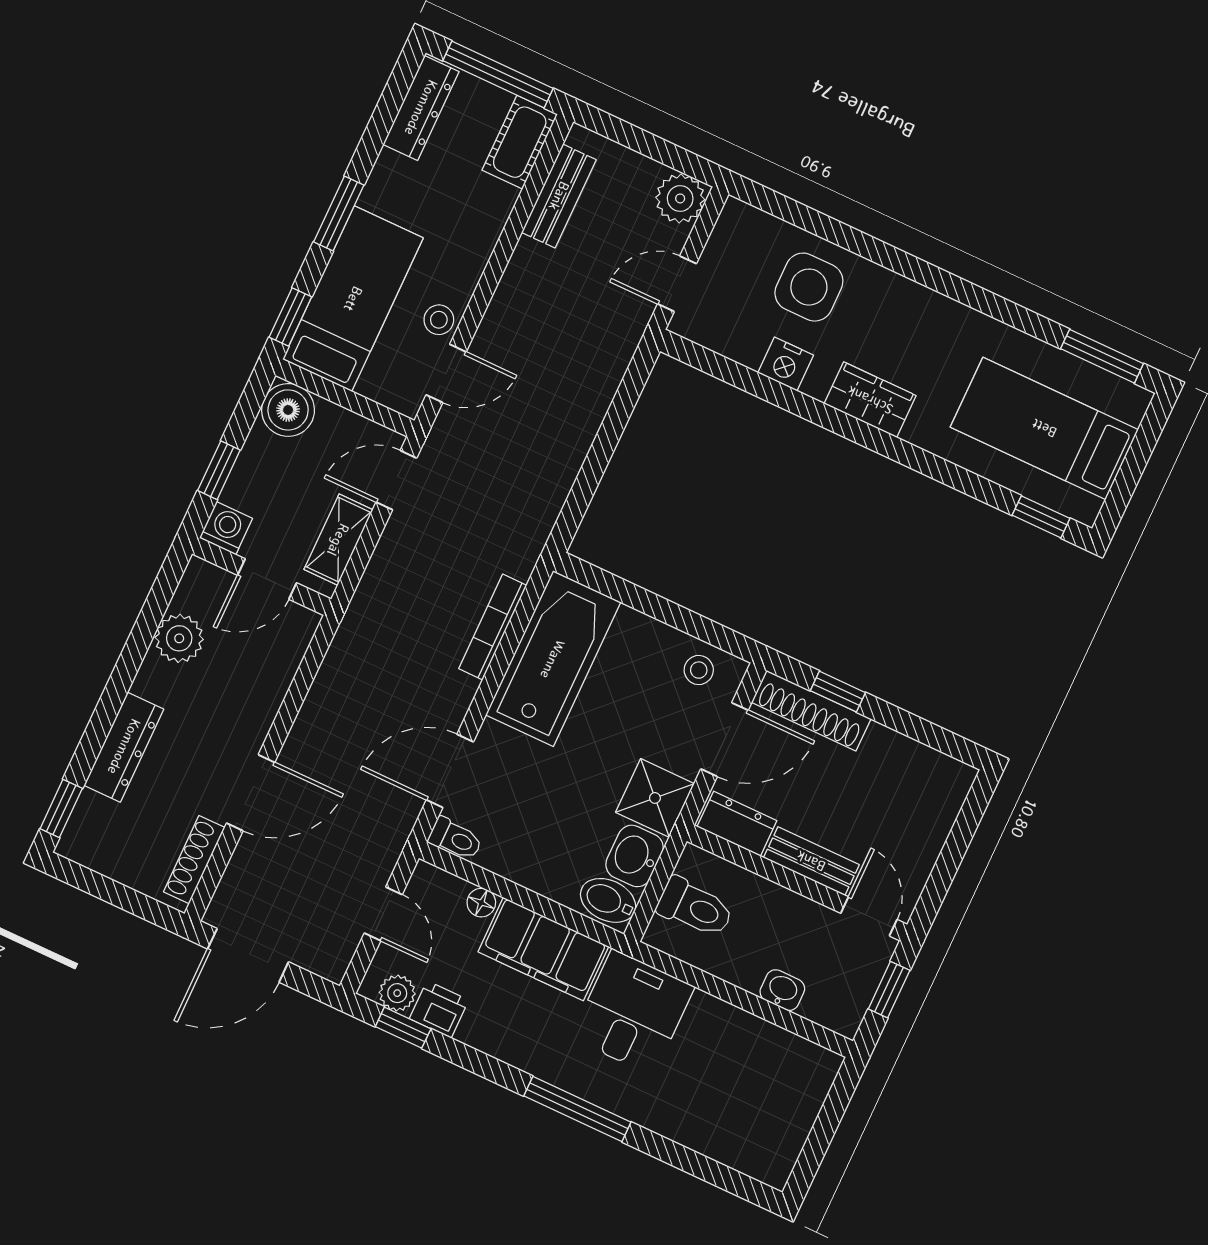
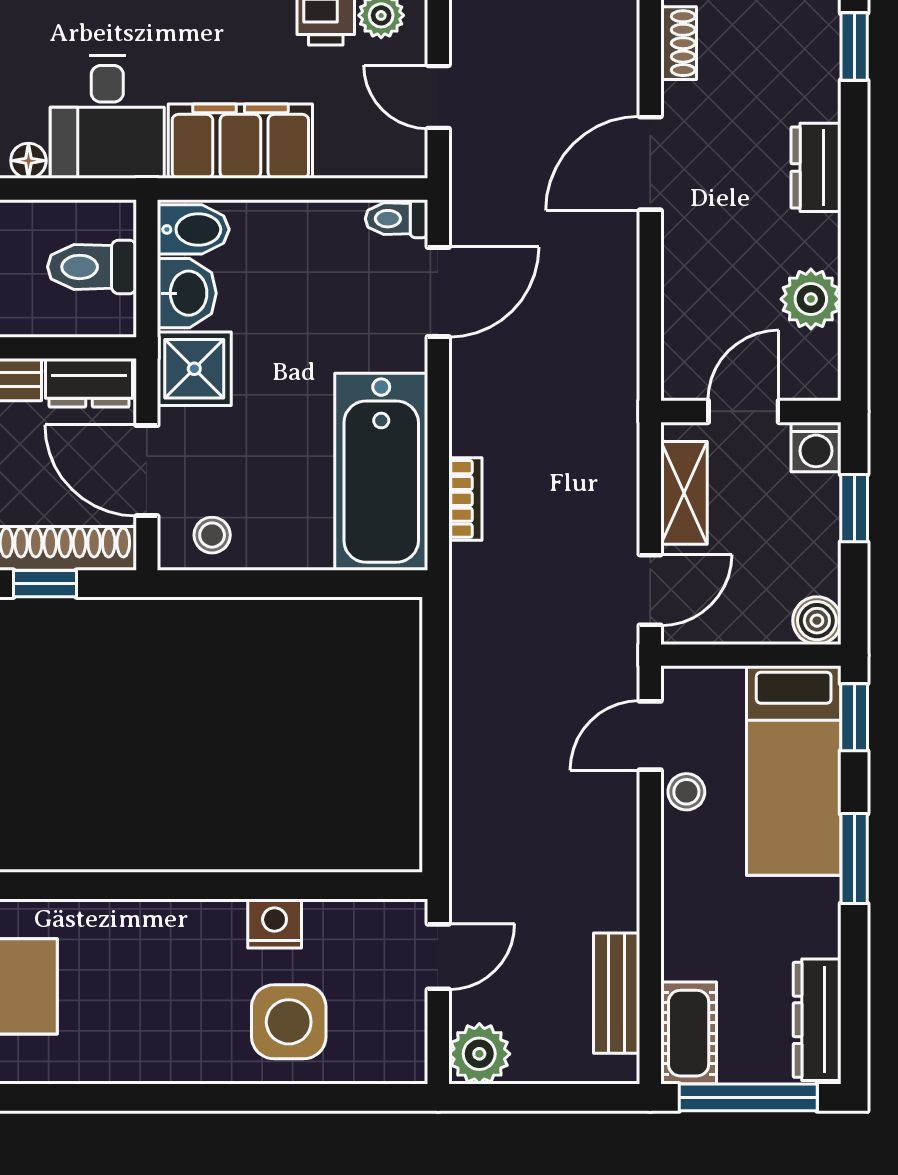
wardrobe: (870, 400) -> (161, 928), removed
boiler: (288, 410) -> (817, 621), width x0.73, depth x0.73
bookcase: (493, 627) -> (465, 499), width x0.64
door: (724, 740) -> (147, 471), hinge flipped
dresser: (124, 747) -> (816, 167), width x0.70
shoe rack: (194, 860) -> (679, 43), width x0.70
floor lamp: (481, 903) -> (28, 161), moved

